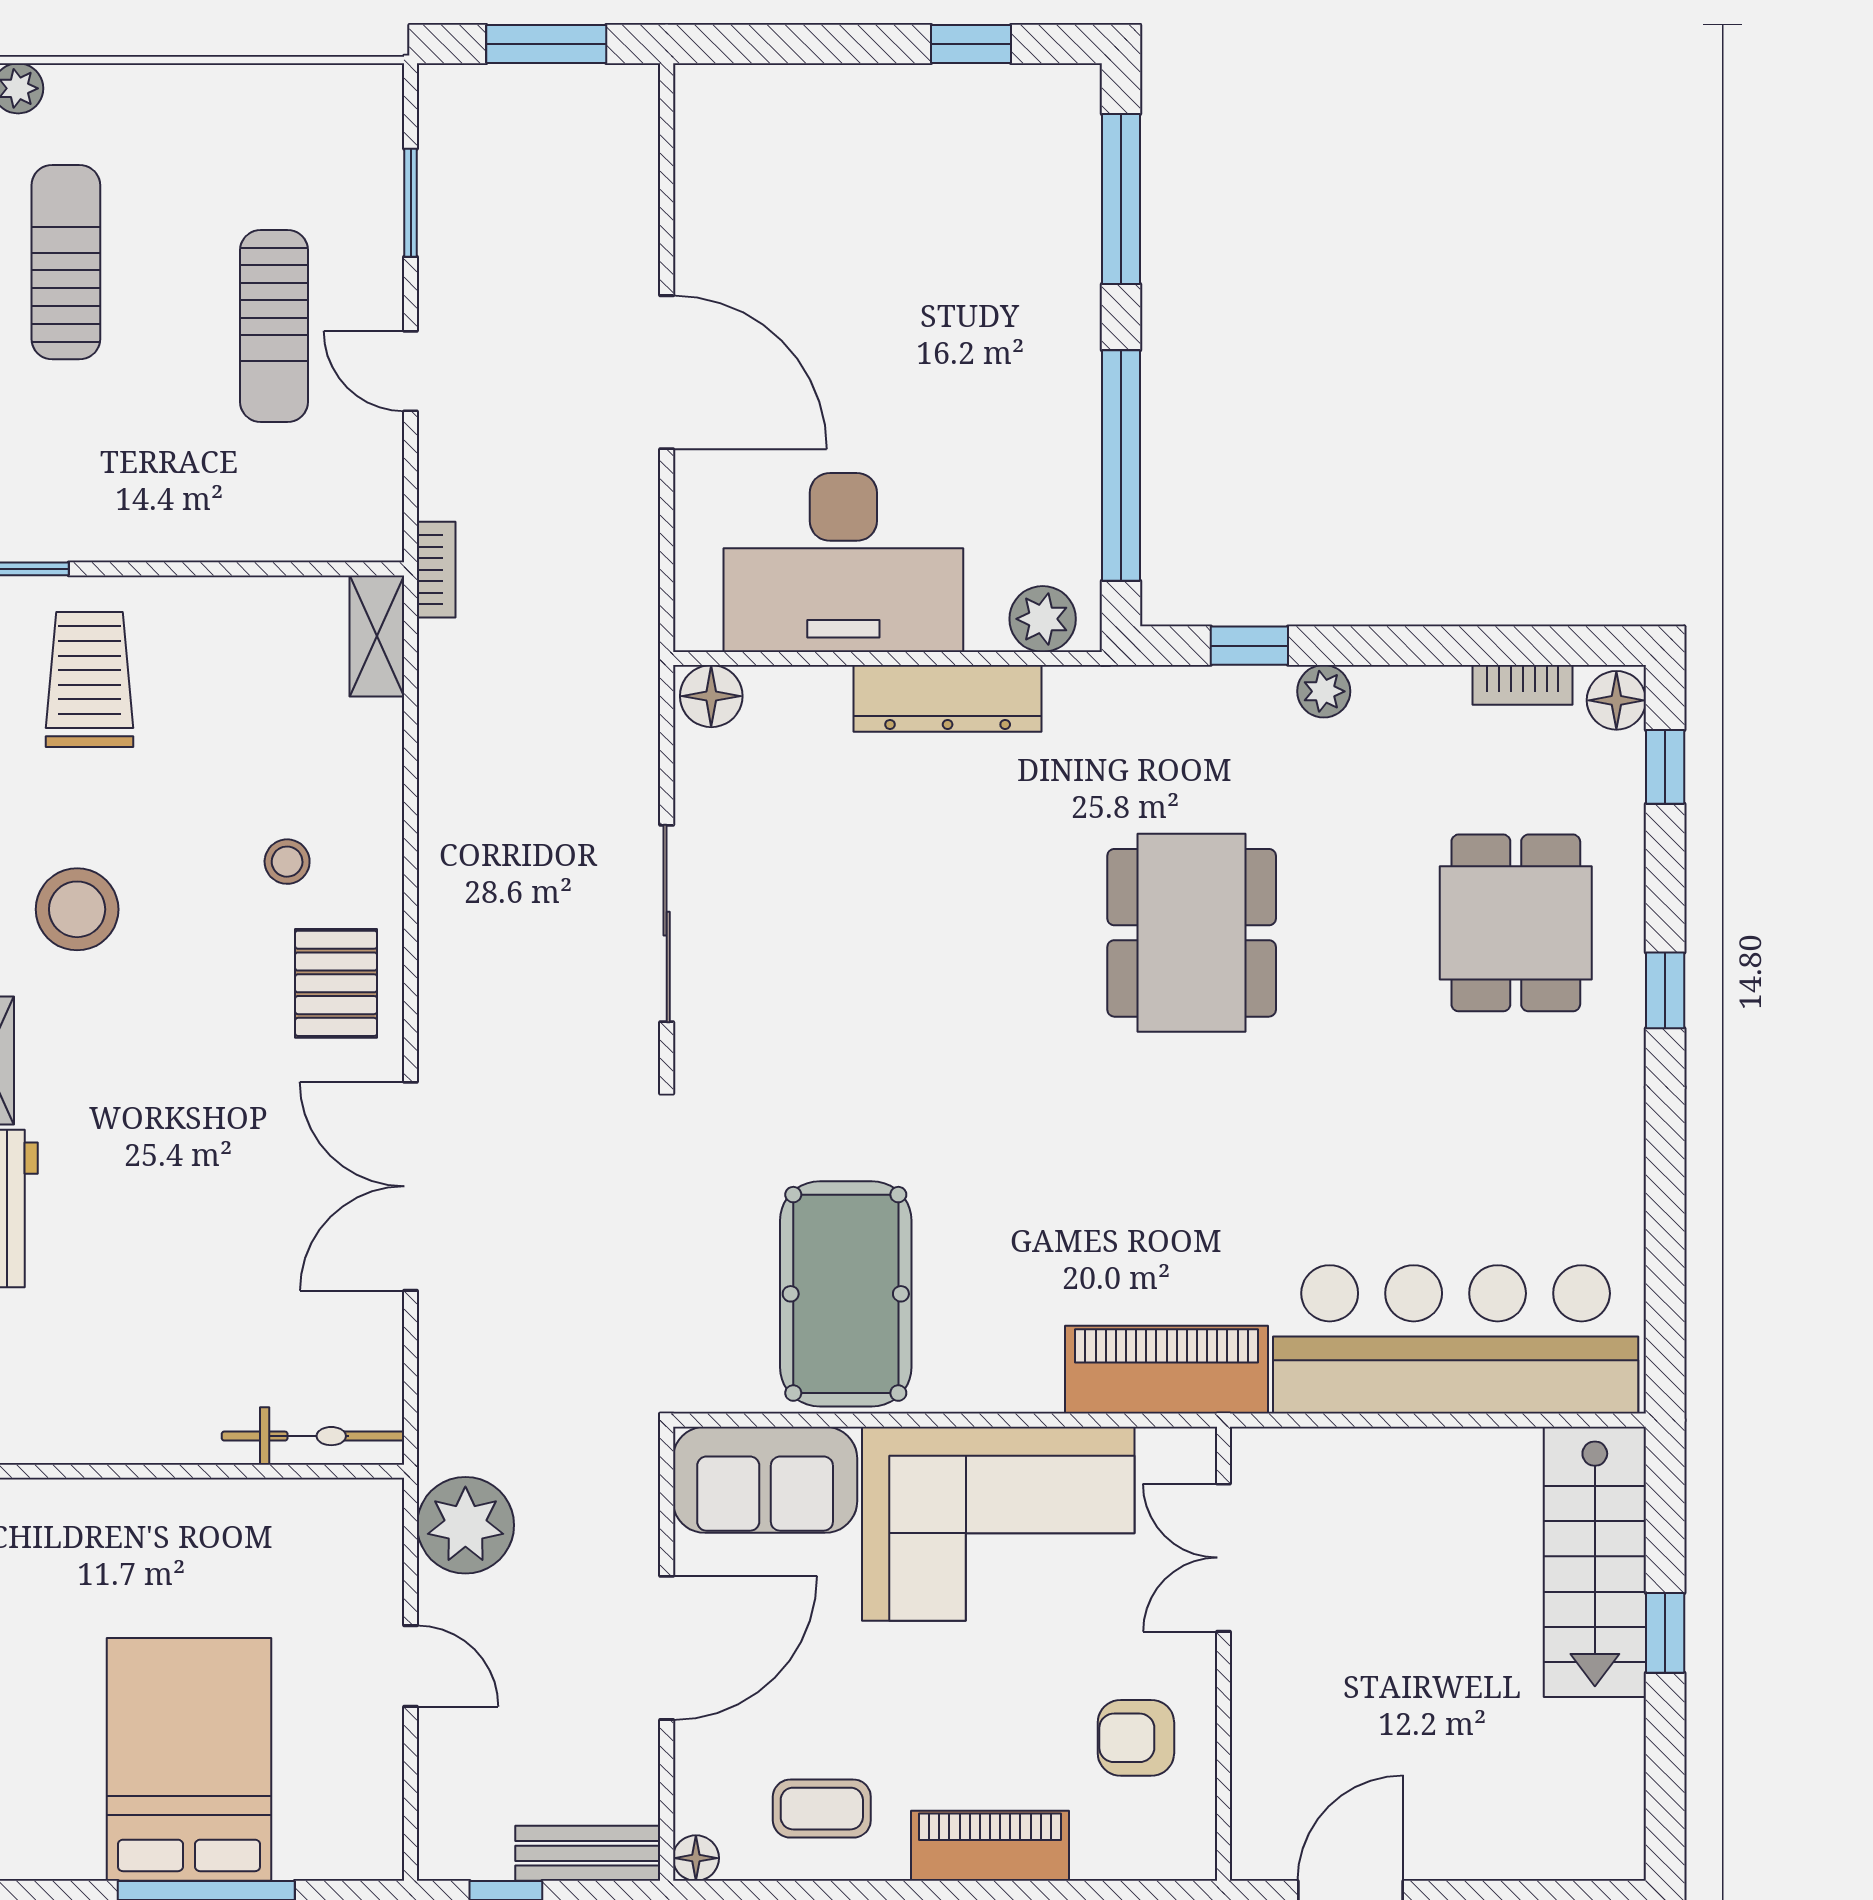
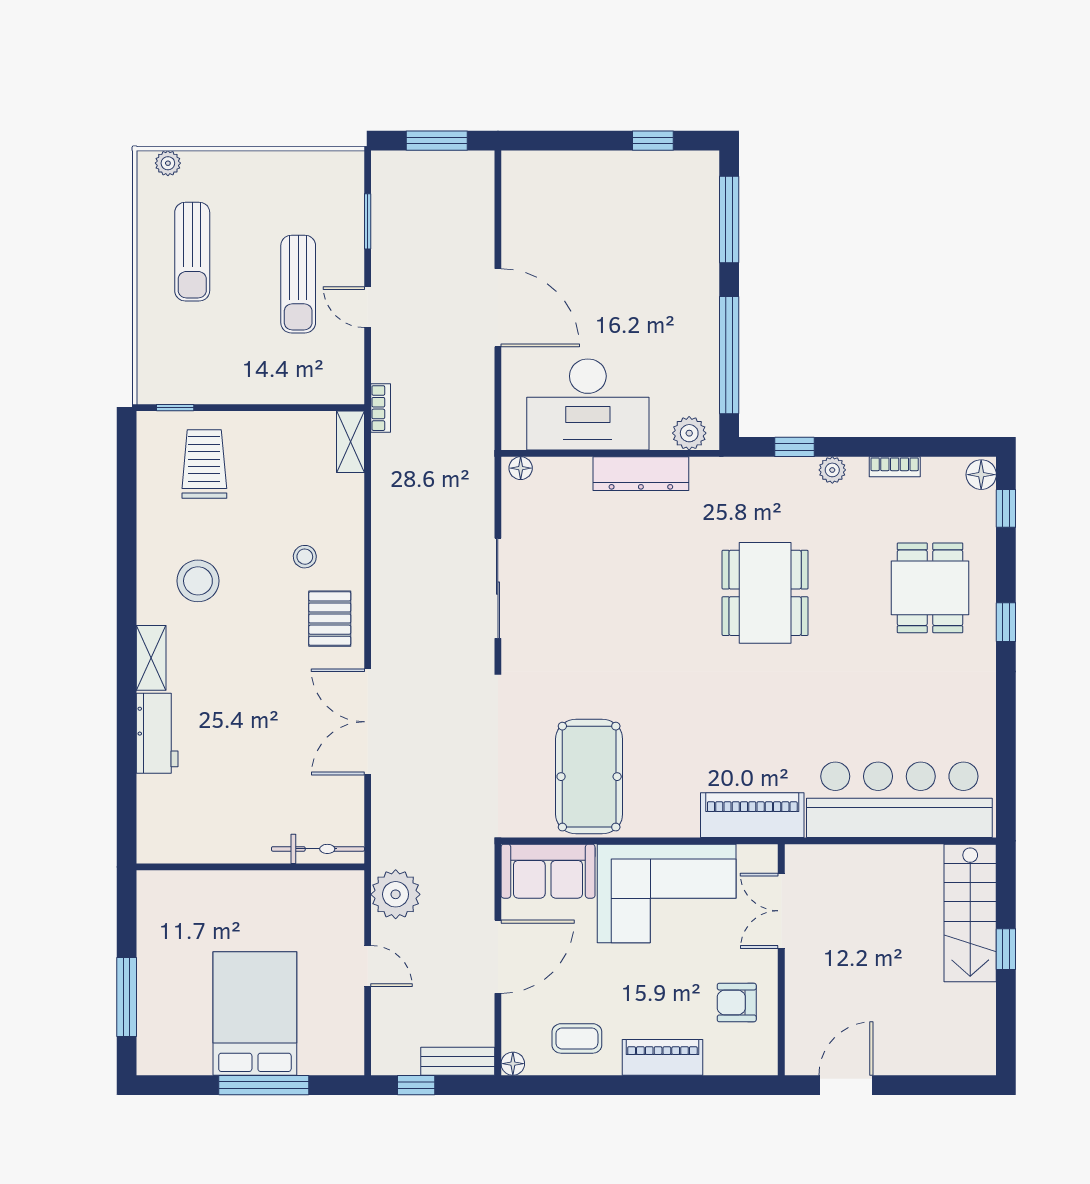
sun lounger: (66, 262) -> (192, 252), turned 180
bookcase: (1523, 685) -> (895, 467), moved
floor lamp: (711, 696) -> (521, 468), width x0.73, depth x0.73

